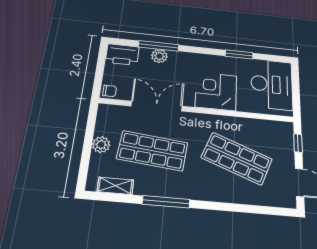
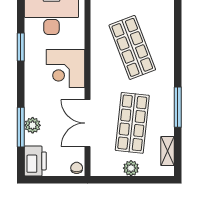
shop shelf: (237, 158) -> (132, 47), turned -42

